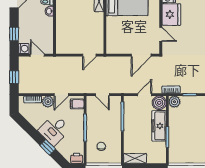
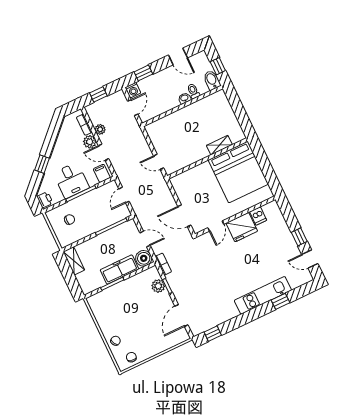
plant: (42, 89) -> (100, 129), added
plant: (174, 102) -> (158, 286), moved
desk: (54, 130) -> (71, 180), moved, turned -135

